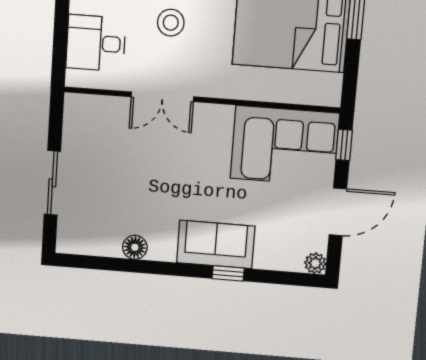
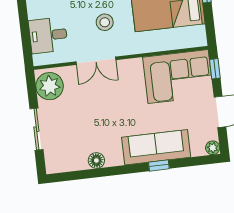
stool: (171, 23) -> (105, 22), moved
plant: (84, 122) -> (50, 86), added
sofa: (216, 244) -> (156, 147), width x1.36

